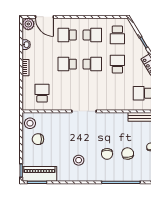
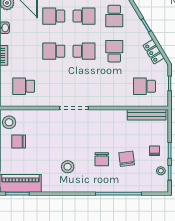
school desk: (42, 93) -> (24, 86), turned -90

